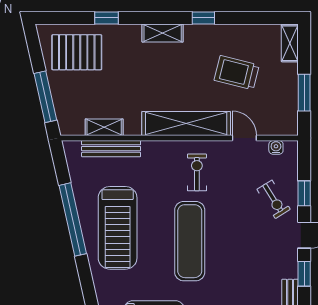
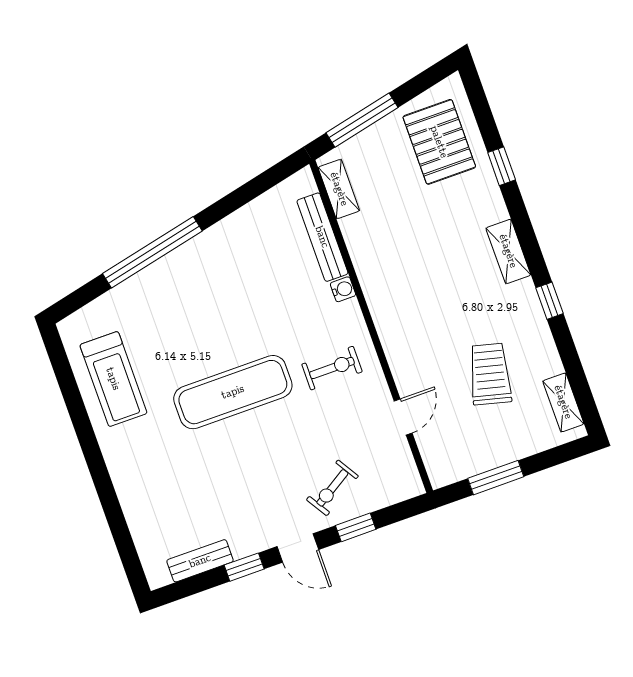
shelving: (290, 43) -> (563, 402), moved, turned 90
shelving: (186, 124) -> (394, 329), removed
shelving: (104, 127) -> (339, 189), moved
water cooler: (276, 147) -> (343, 289), moved
window: (73, 219) -> (152, 252), moved
treadmill: (118, 228) -> (216, 285), removed

